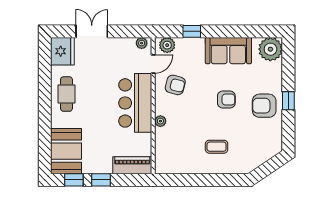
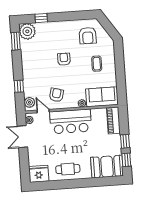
double door: (92, 31) -> (22, 137), moved
window: (257, 31) -> (16, 41), added
sofa: (228, 51) -> (102, 97), moved, turned -90
window: (288, 101) -> (41, 18), moved
armchair: (264, 106) -> (88, 36), moved

